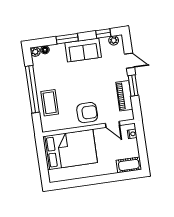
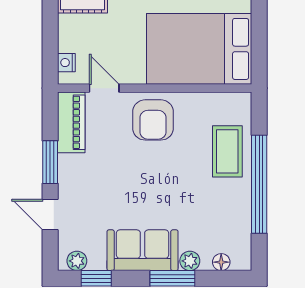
plant: (35, 52) -> (190, 261), moved
piano: (124, 96) -> (71, 122), moved
armchair: (87, 113) -> (153, 120), turned -90

